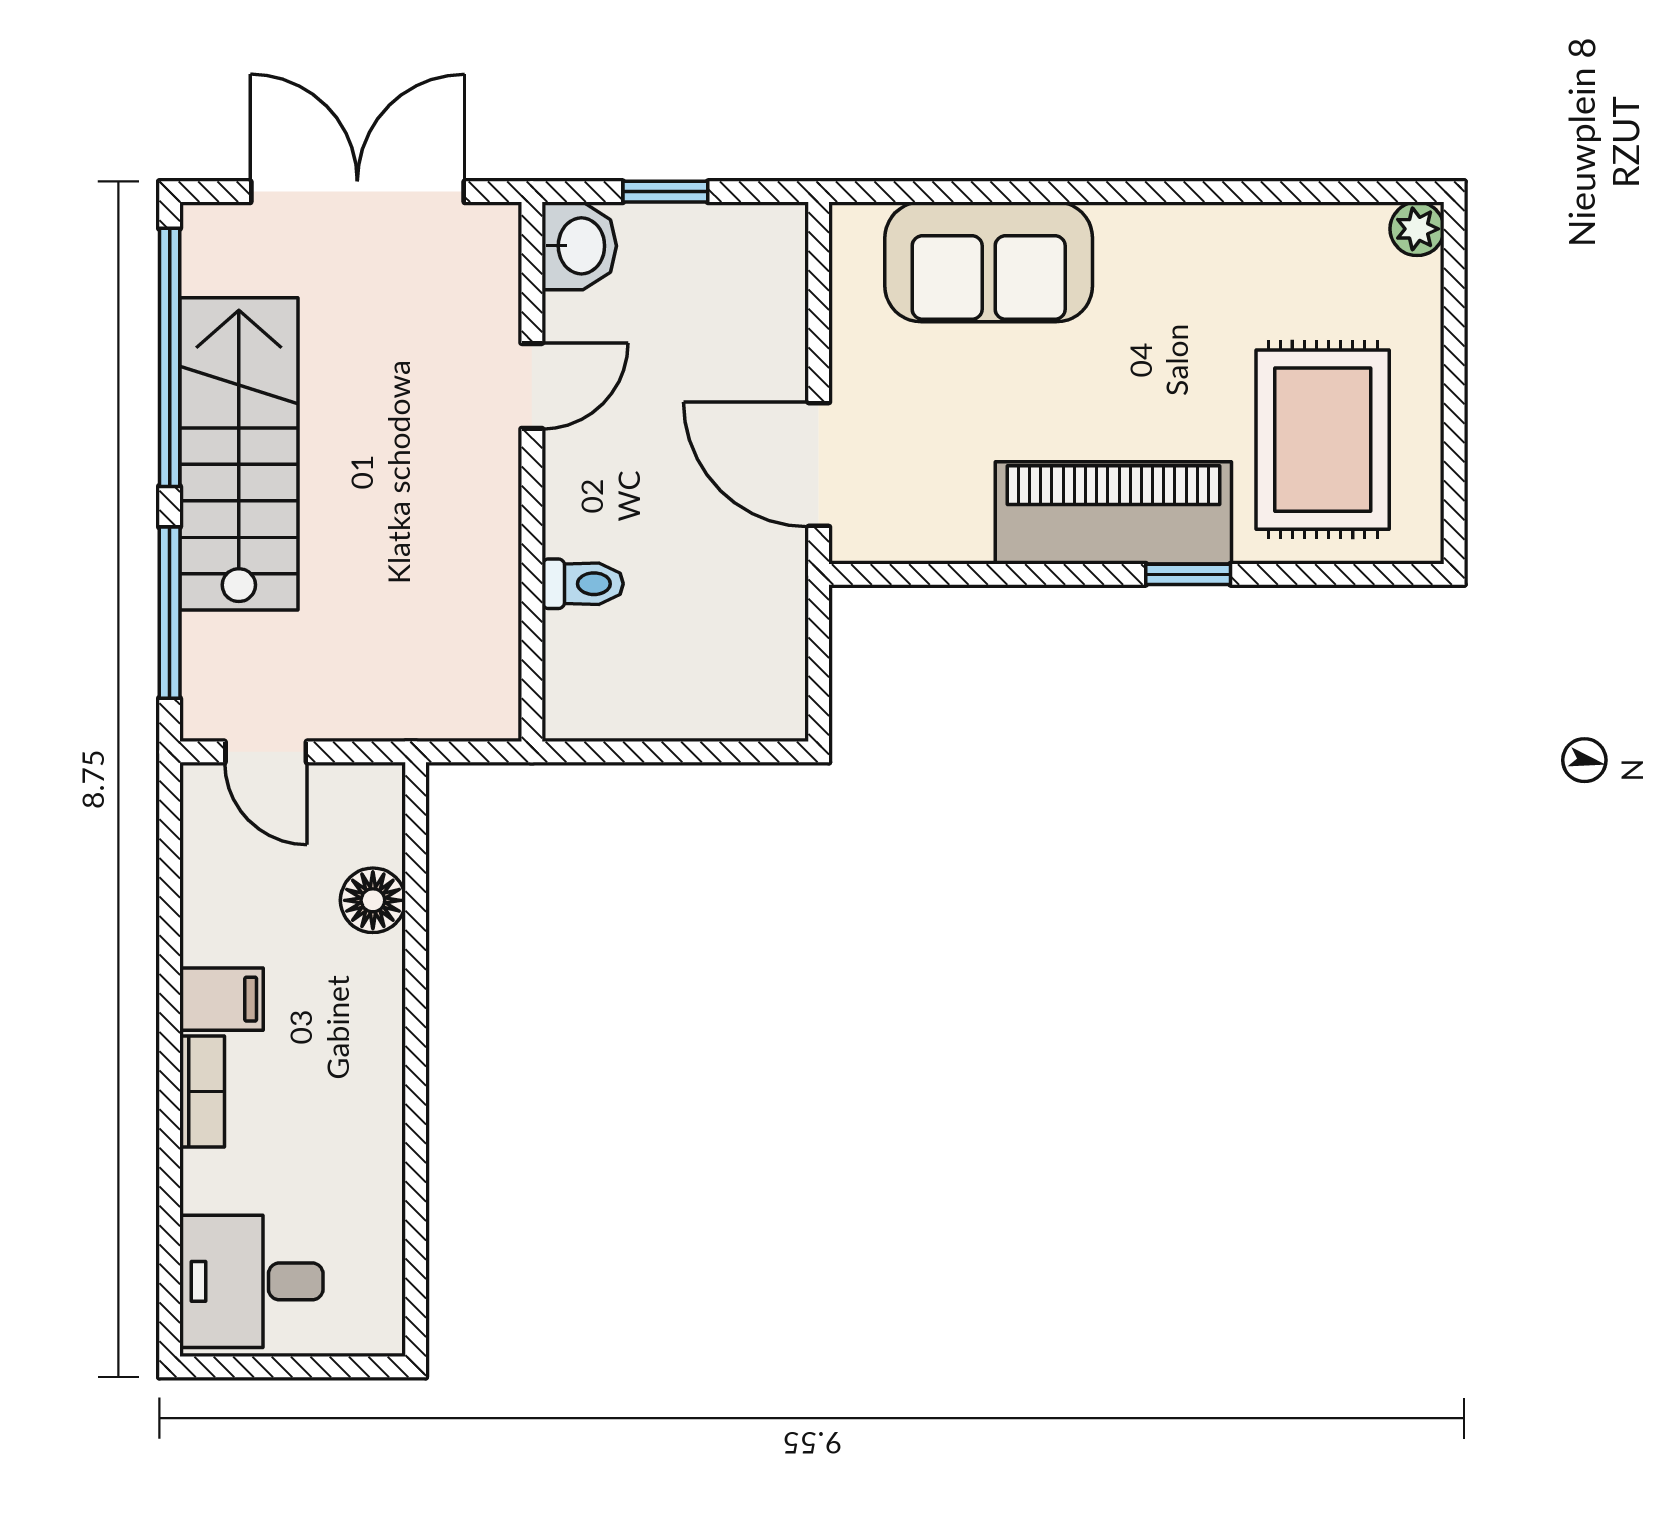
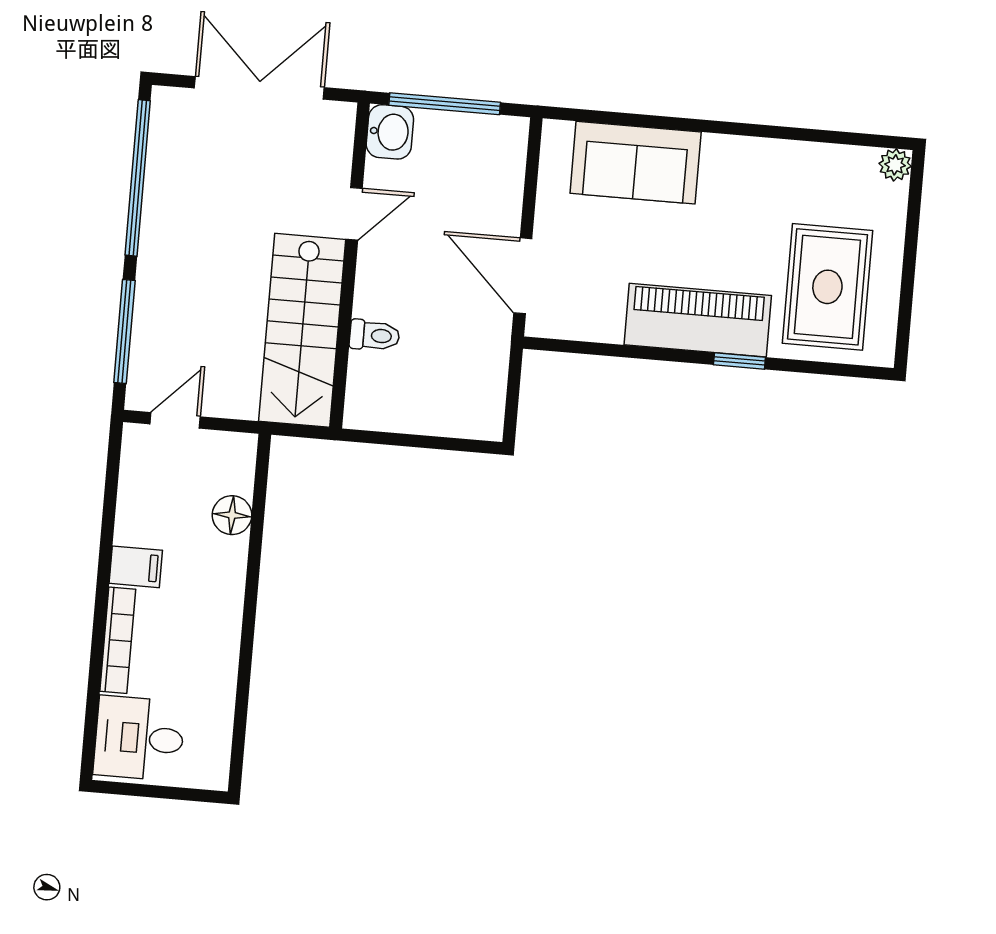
window: (665, 192) -> (445, 104), width x2.17
stairs: (239, 454) -> (302, 330), moved, turned 180
door: (266, 752) -> (175, 420), swing flipped
bookcase: (202, 1091) -> (118, 640), width x1.56

